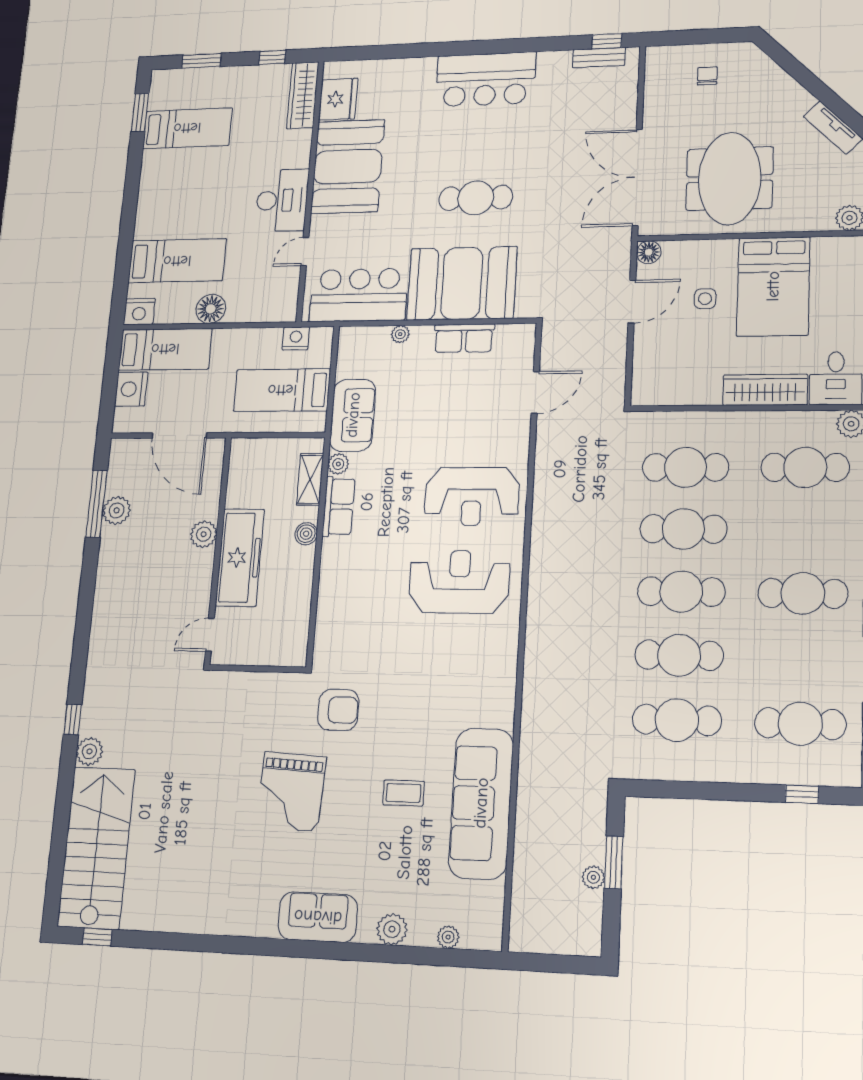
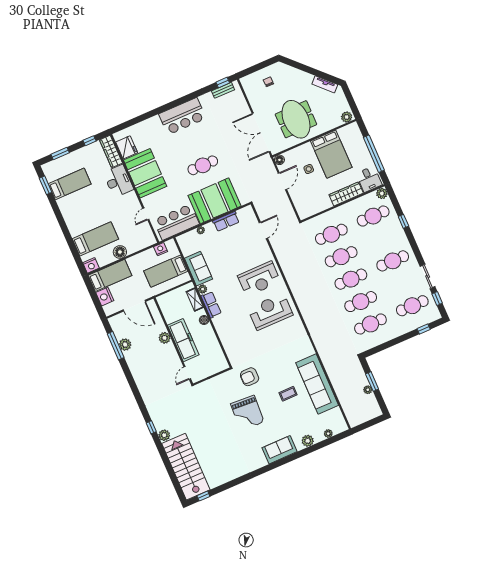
desk: (282, 200) -> (118, 181), moved
armchair: (338, 710) -> (250, 377), turned 180

